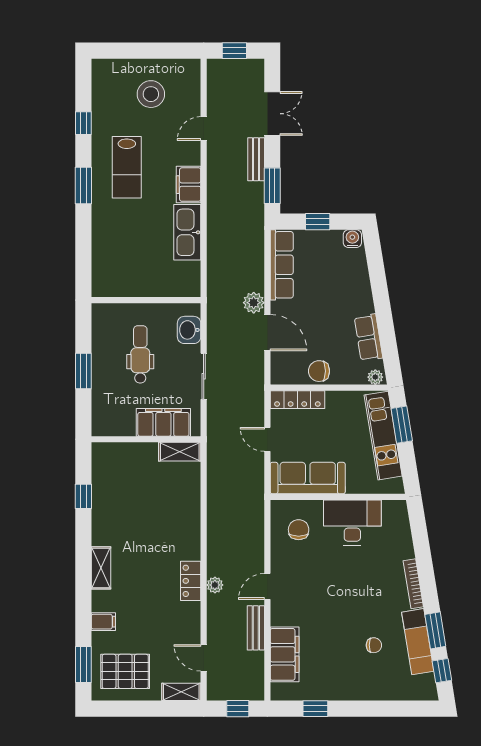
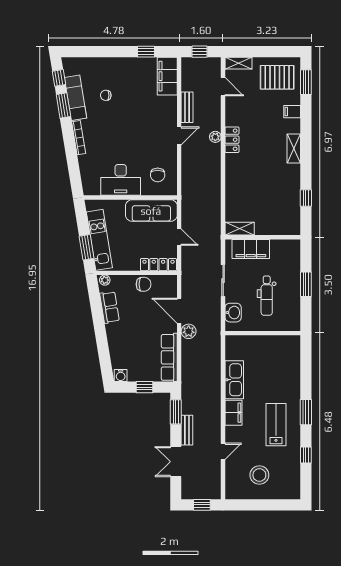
filing cabinet: (285, 654) -> (167, 76), moved

